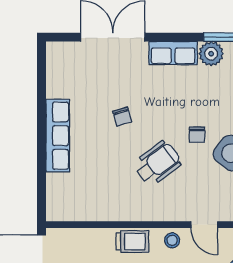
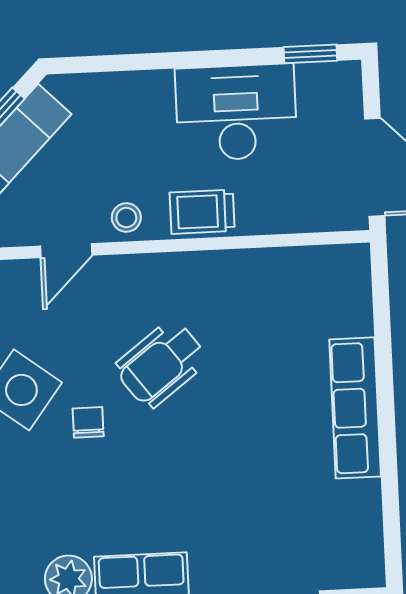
chair: (122, 117) -> (233, 450), removed
door: (204, 225) -> (66, 251), swing flipped

